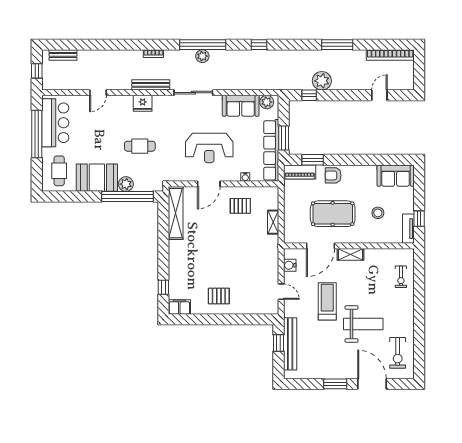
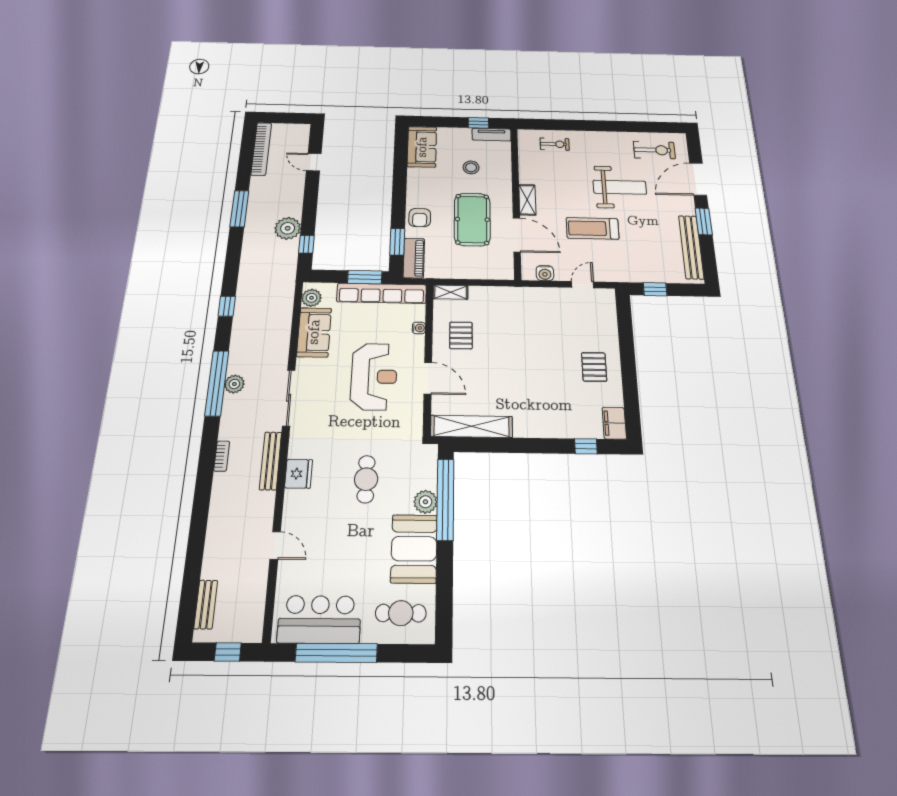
shelving: (273, 222) -> (451, 292), moved
weight bench: (363, 324) -> (620, 187), turned 90
bench: (290, 344) -> (691, 247), moved, turned 90

